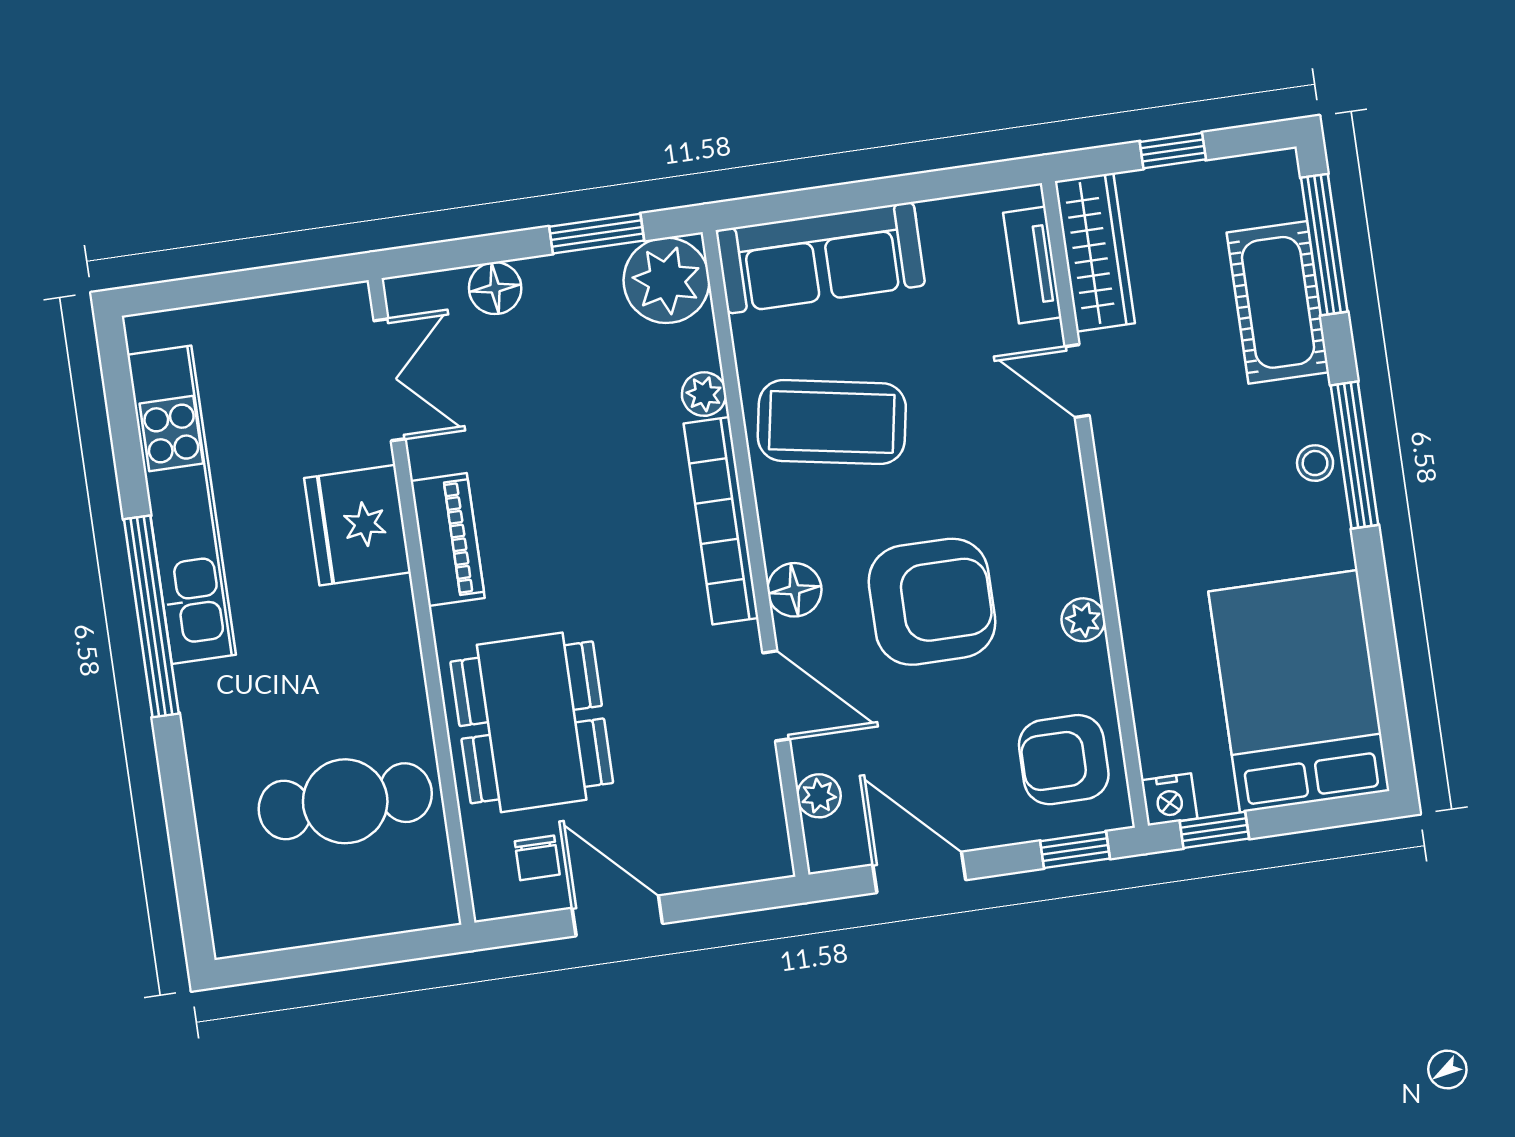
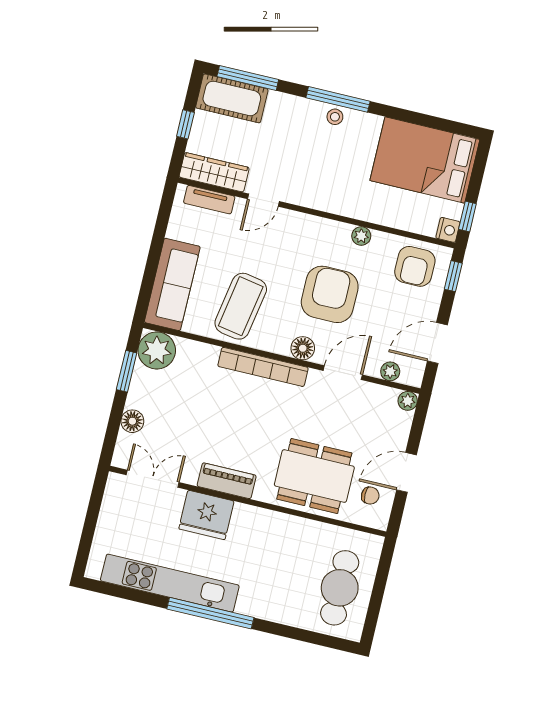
cot: (1278, 302) -> (232, 98), moved
plant: (704, 394) -> (408, 401), moved
cafe table: (345, 801) -> (340, 588), moved

